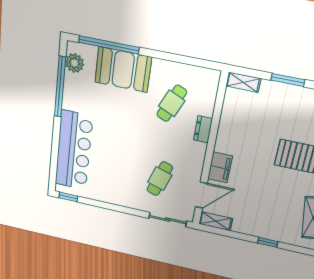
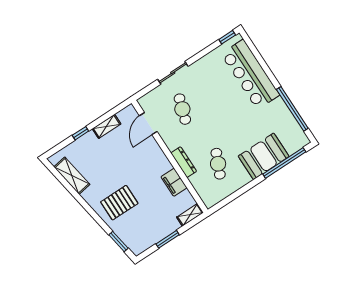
plant: (74, 63) -> (295, 133), removed
dresser: (203, 129) -> (184, 162), width x1.44
filing cabinet: (220, 167) -> (174, 182), moved
sliding door: (168, 220) -> (173, 73), moved
shelving: (216, 221) -> (107, 126), moved

